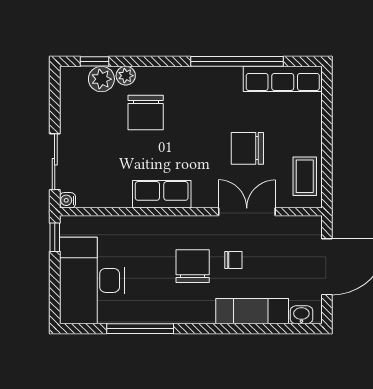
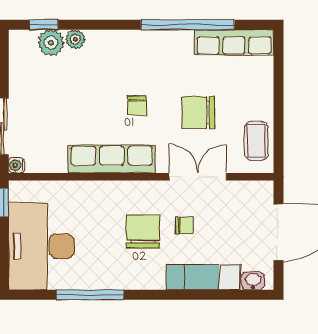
chair: (146, 113) -> (137, 105), moved, width x0.54, depth x0.54
row of seats: (162, 194) -> (112, 159), width x1.48

